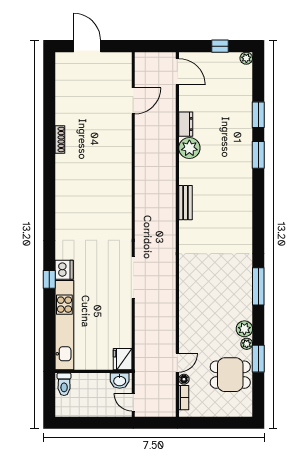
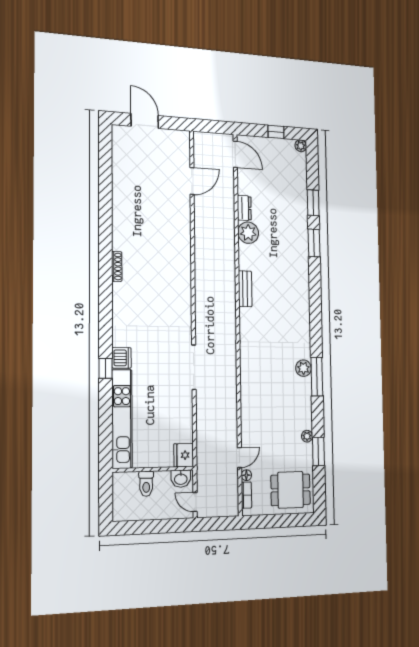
shoe rack: (60, 139) -> (117, 266), moved
plant: (244, 329) -> (303, 368), moved
dining table: (230, 375) -> (291, 490), moved
toilet: (64, 384) -> (146, 484), moved

